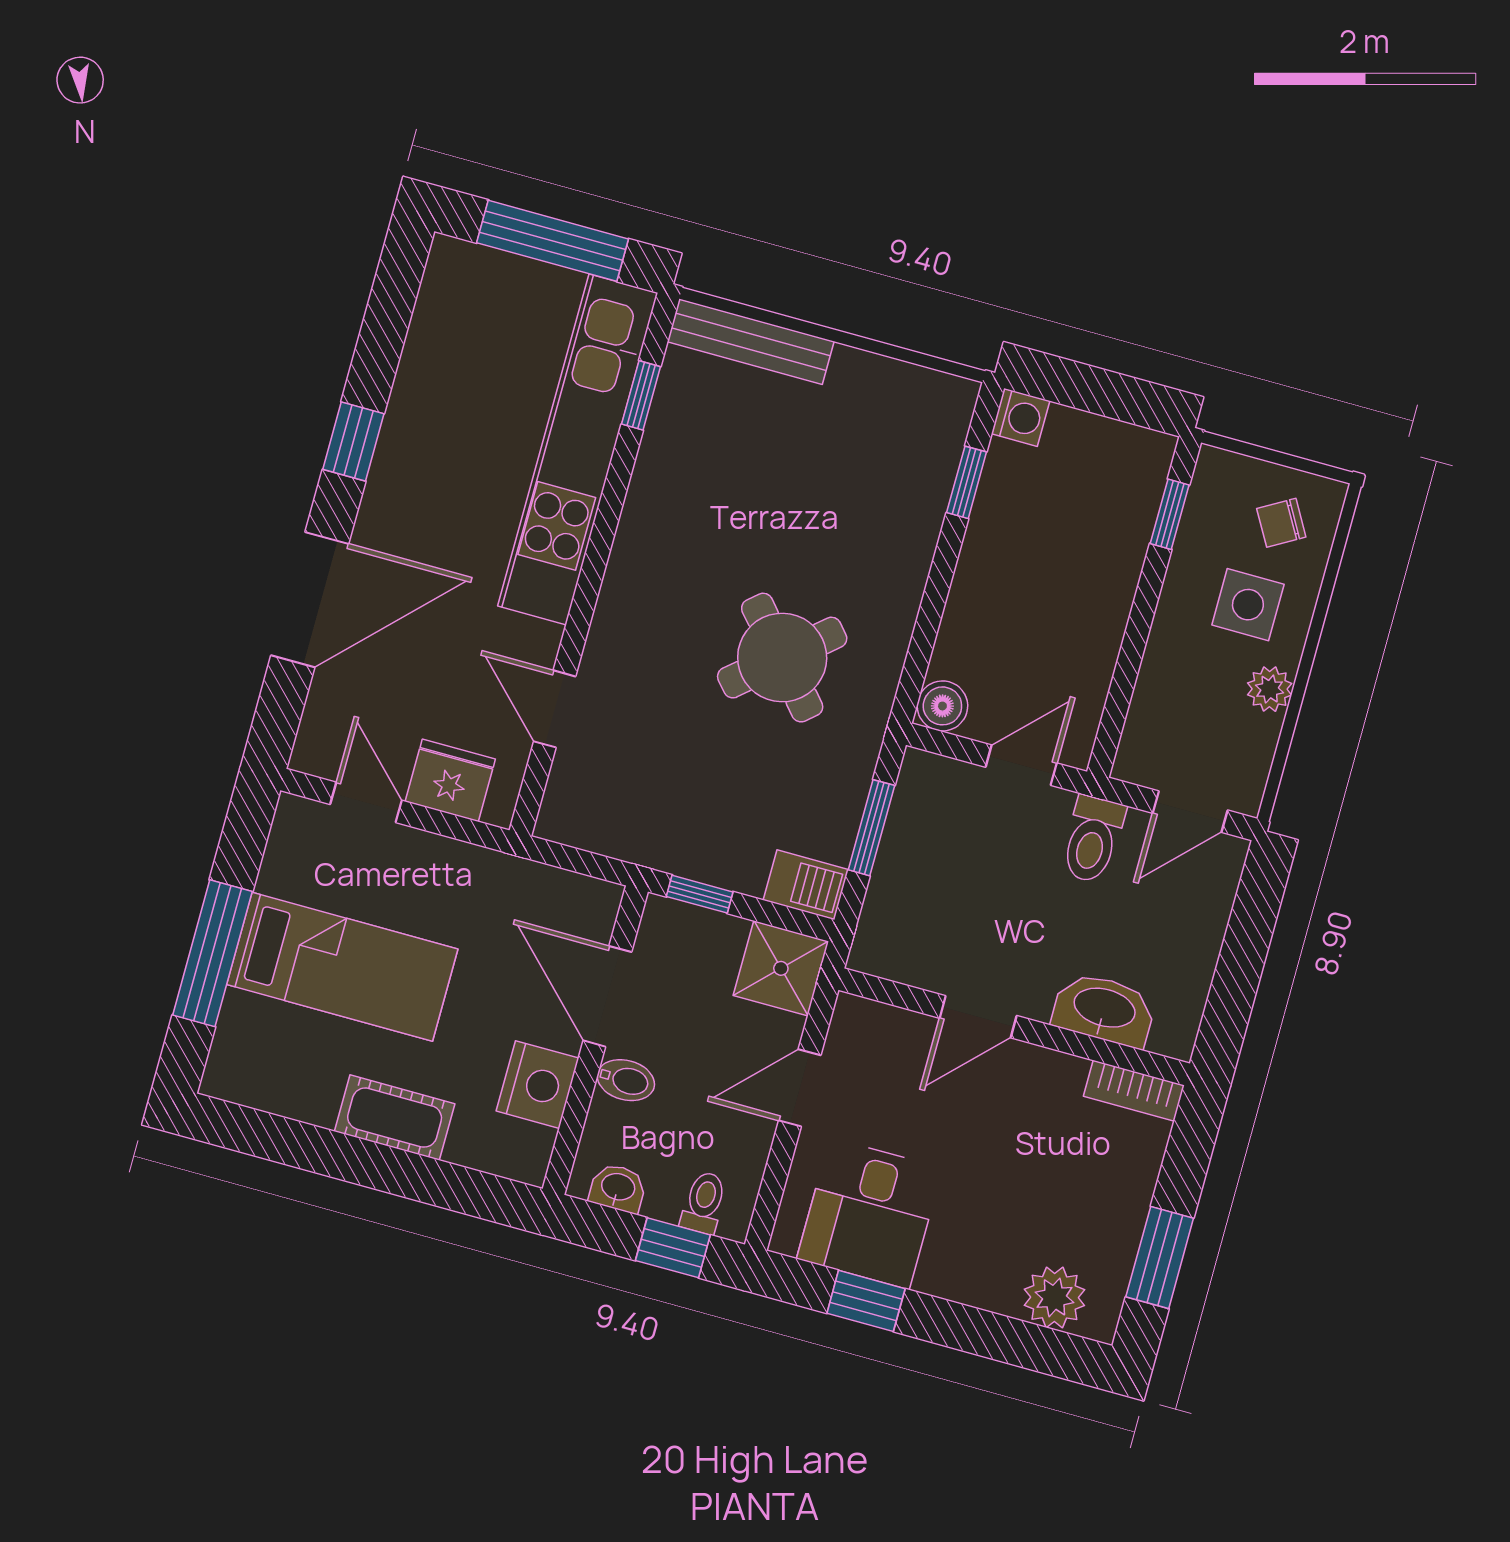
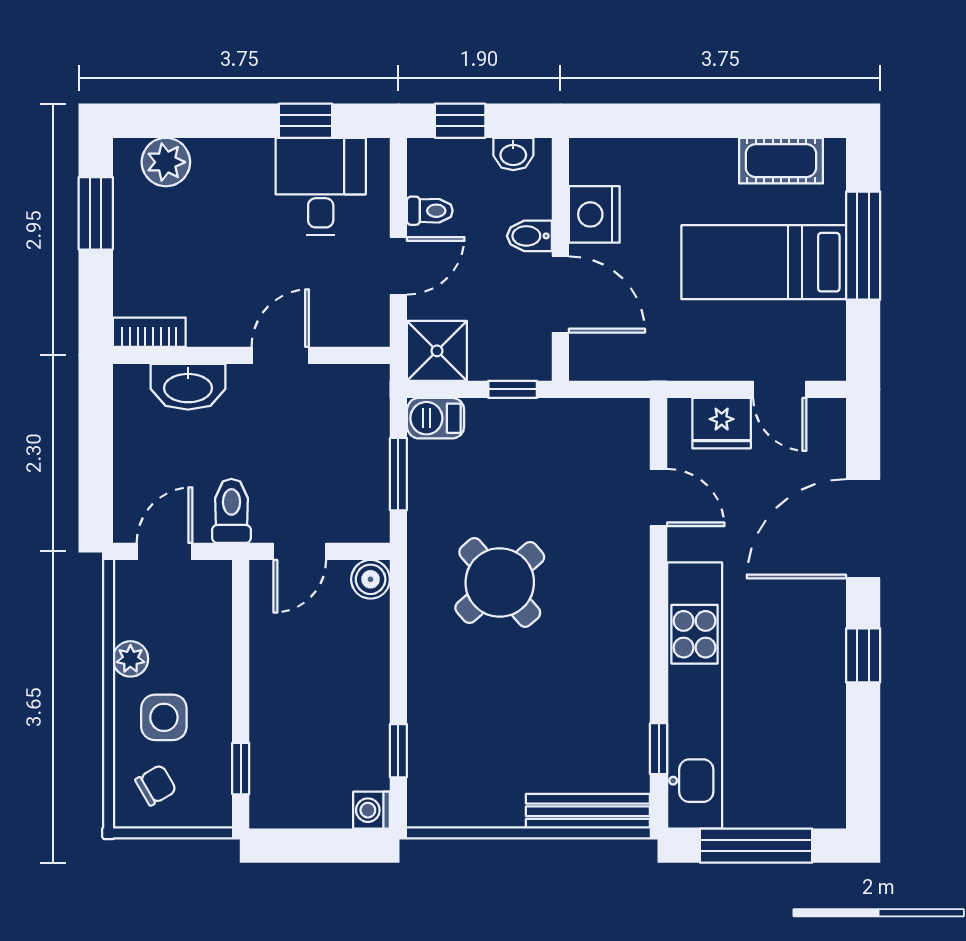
cot: (395, 1118) -> (781, 161), moved
toilet: (704, 1203) -> (430, 211), moved, turned -90

